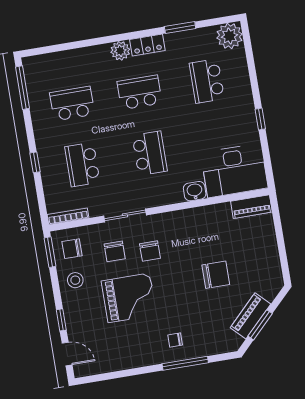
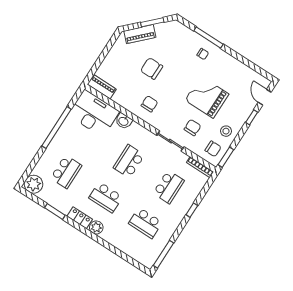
window: (260, 119) -> (56, 127), width x3.17
chair: (150, 251) -> (149, 104), moved
piano: (251, 316) -> (140, 34), moved

